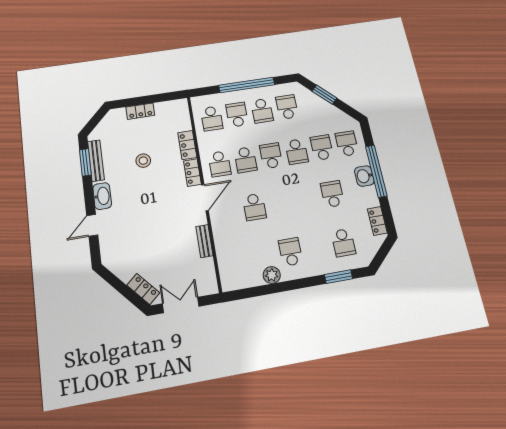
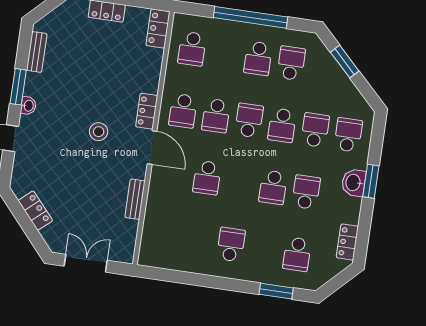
school desk: (237, 115) -> (273, 187), moved, turned 180
locker: (187, 145) -> (158, 29), moved
bench: (96, 161) -> (37, 52), width x0.73
stool: (143, 161) -> (99, 132), moved
window: (85, 162) -> (18, 87), moved
window: (376, 171) -> (371, 181), width x0.47
washbasin: (102, 196) -> (28, 106), width x0.52, depth x0.69
door: (205, 198) -> (152, 147), hinge flipped
plant: (272, 275) -> (200, 264), removed
locker: (143, 289) -> (35, 211), moved

